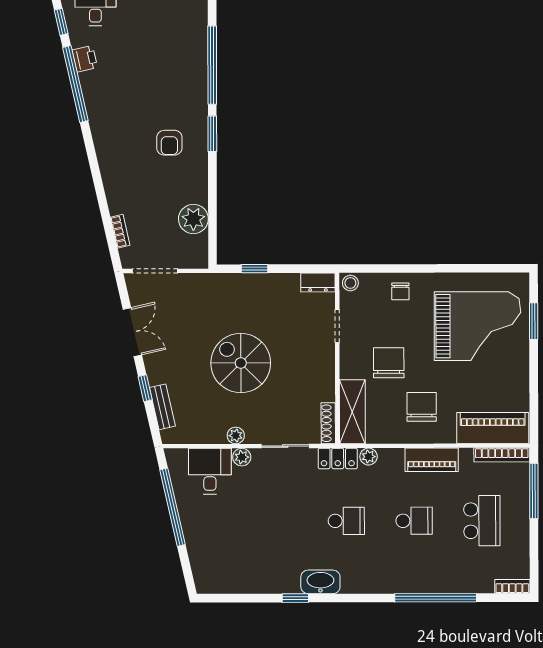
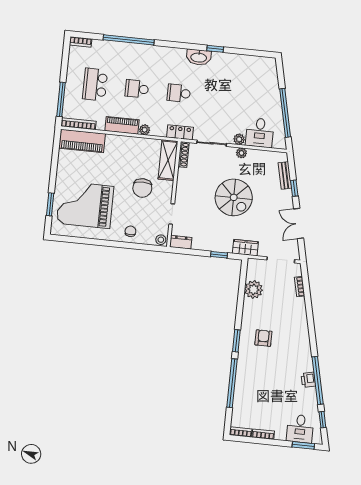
printer: (85, 59) -> (308, 380), moved
wardrobe: (214, 285) -> (245, 248), added
chair: (422, 407) -> (125, 159), removed
plant: (369, 457) -> (145, 130), moved

